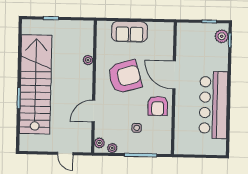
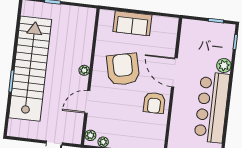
plant: (222, 36) -> (224, 66), moved
plant: (88, 60) -> (84, 70), moved
armchair: (125, 77) -> (123, 69), turned -87
side table: (137, 128) -> (130, 123), removed

